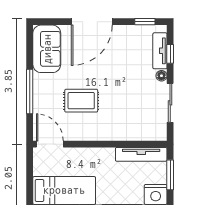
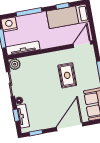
rug: (81, 101) -> (67, 75), turned 90
plant: (158, 132) -> (15, 64), added
door: (50, 144) -> (82, 44), swing flipped

